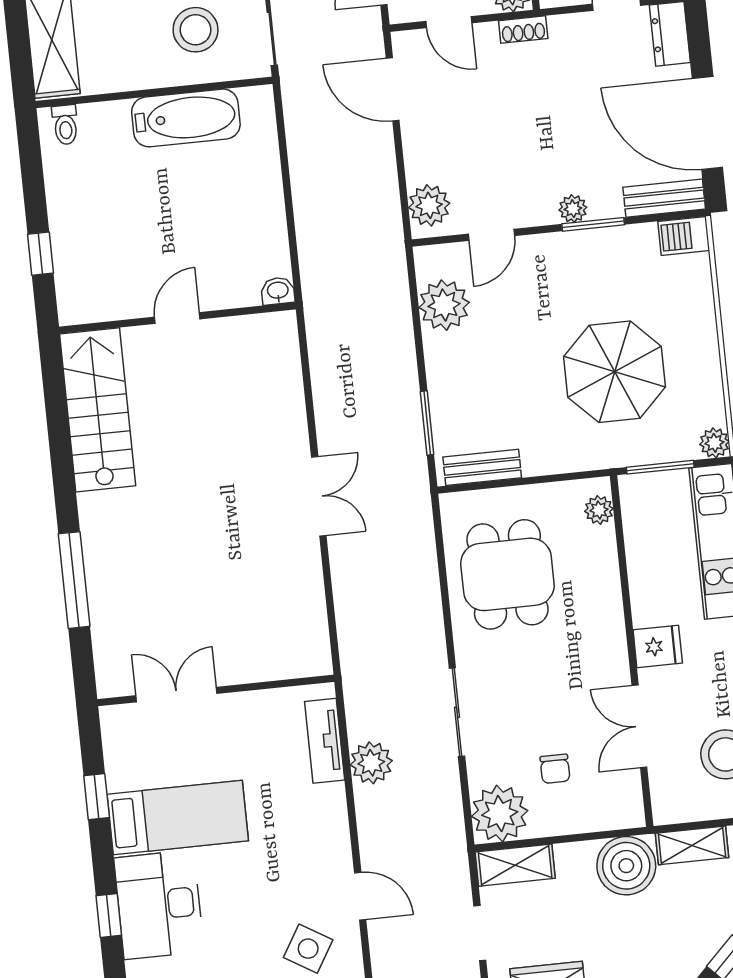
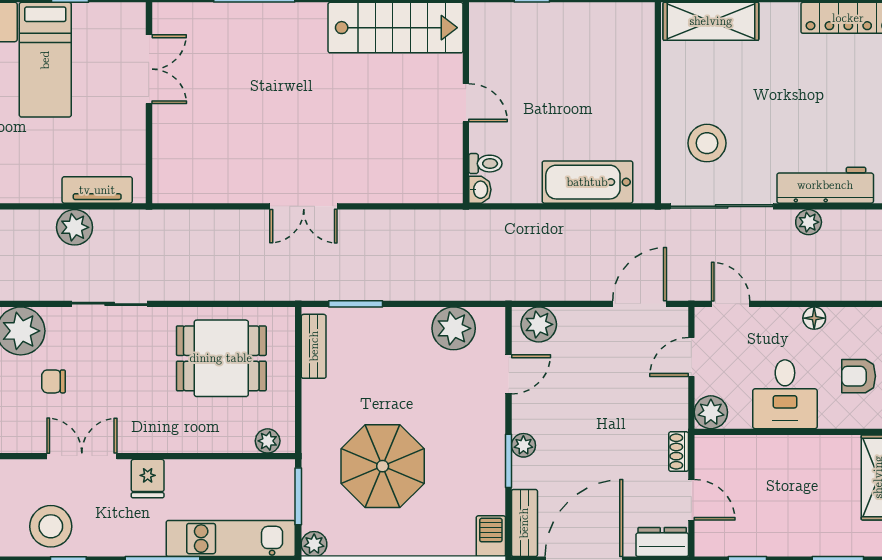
shoe rack: (523, 30) -> (679, 452), moved
bathtub: (186, 118) -> (587, 182), moved, turned 90
toilet: (65, 125) -> (485, 164), moved, turned 180
door: (491, 235) -> (509, 374), swing flipped

